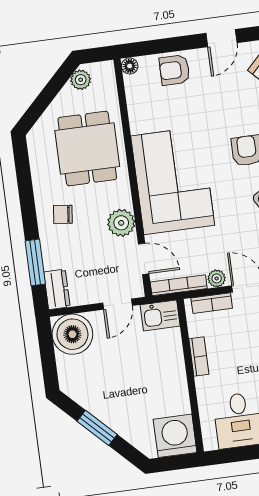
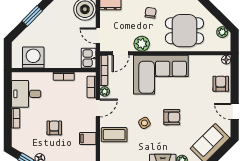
washing machine: (175, 436) -> (33, 58), moved, turned -90

